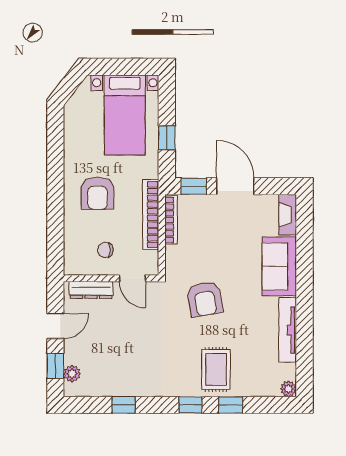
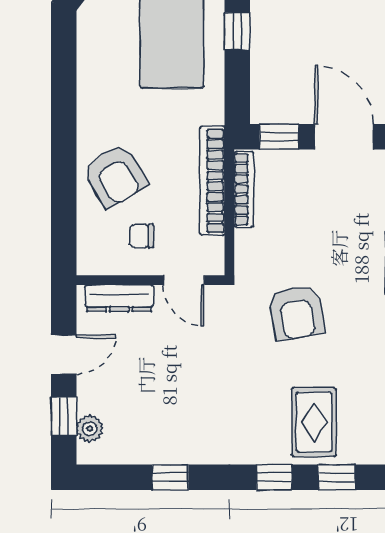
window: (167, 138) -> (237, 31), moved
armchair: (98, 193) -> (115, 176), moved, turned -31

